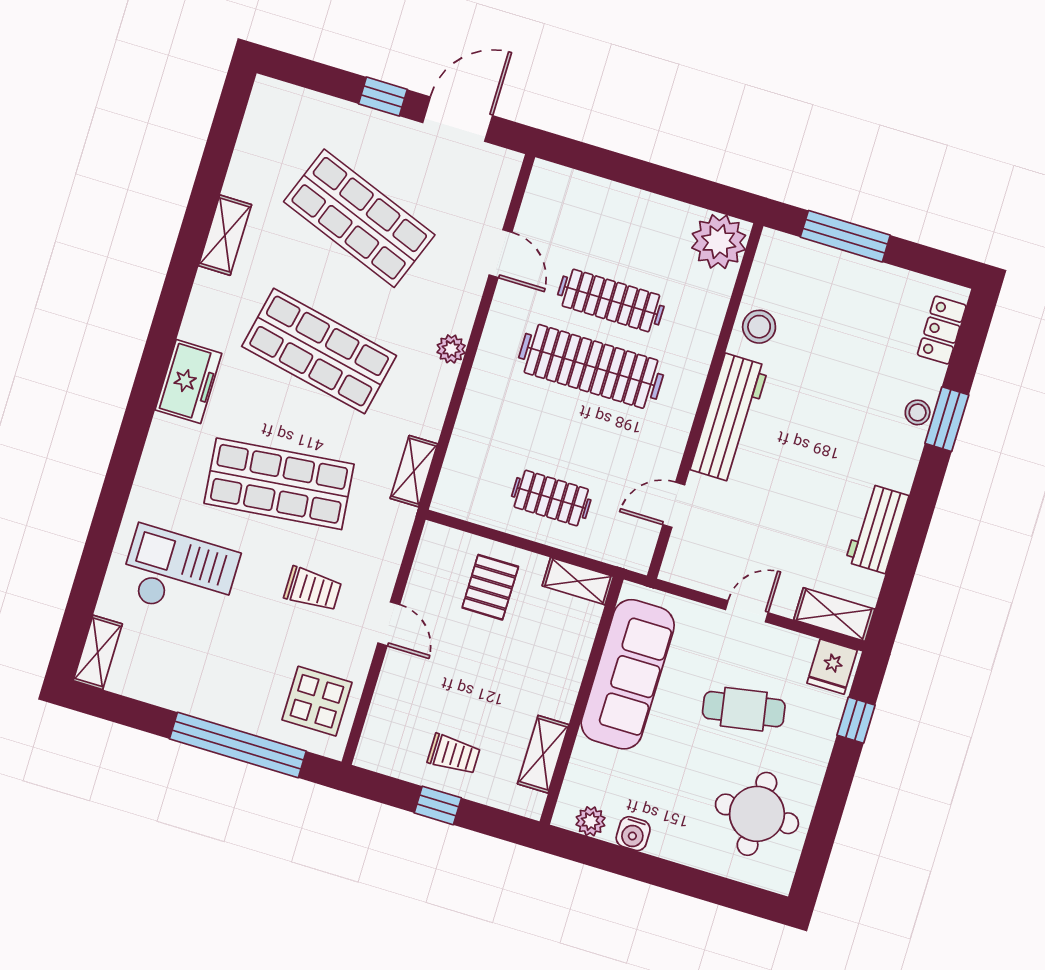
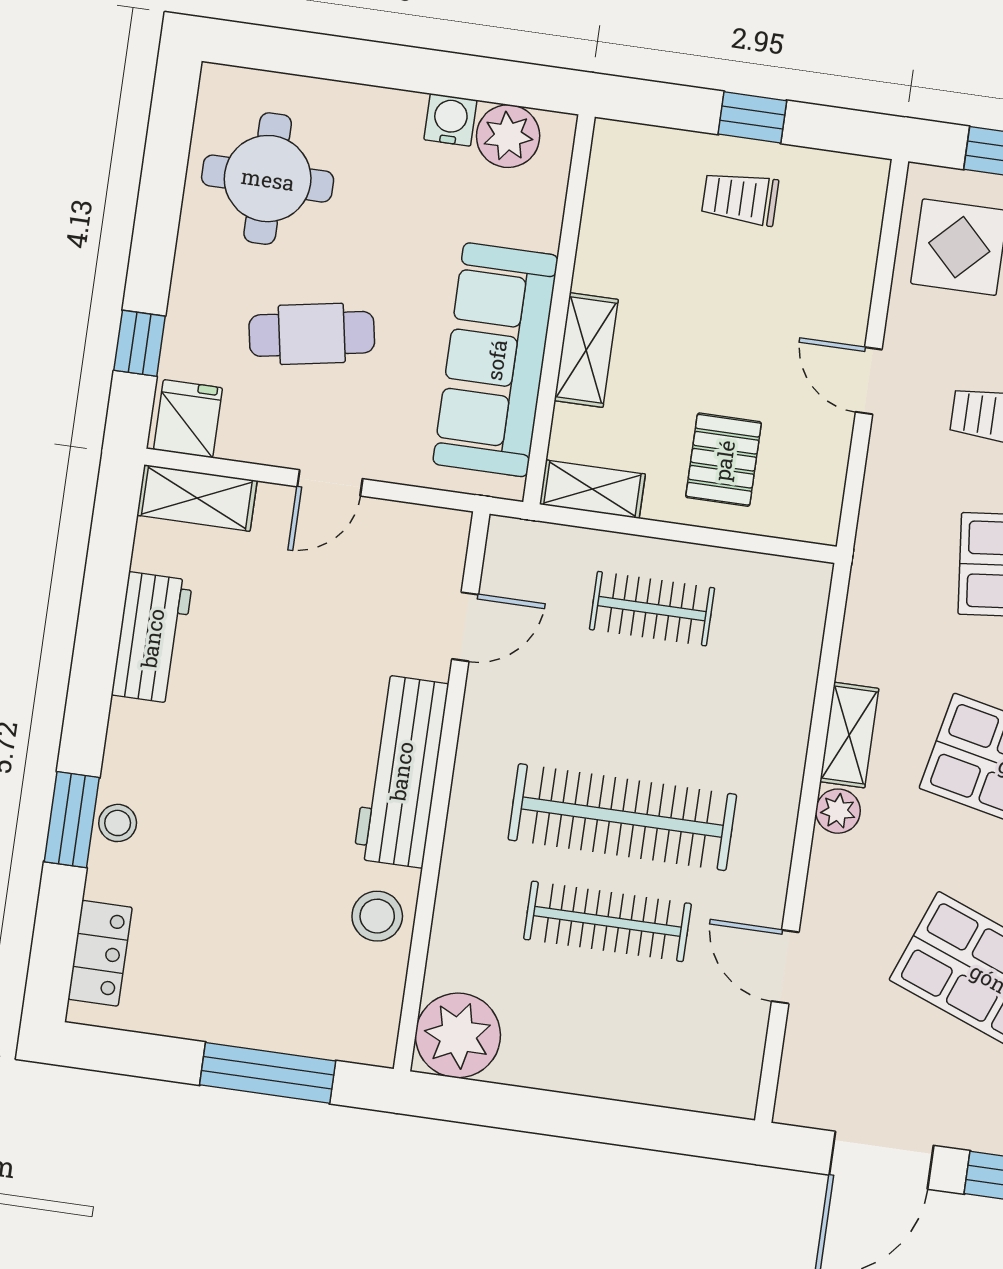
shelving: (414, 471) -> (849, 735), moved
shelving: (543, 754) -> (586, 350), moved
plant: (590, 821) -> (508, 136), width x1.38, depth x1.38

